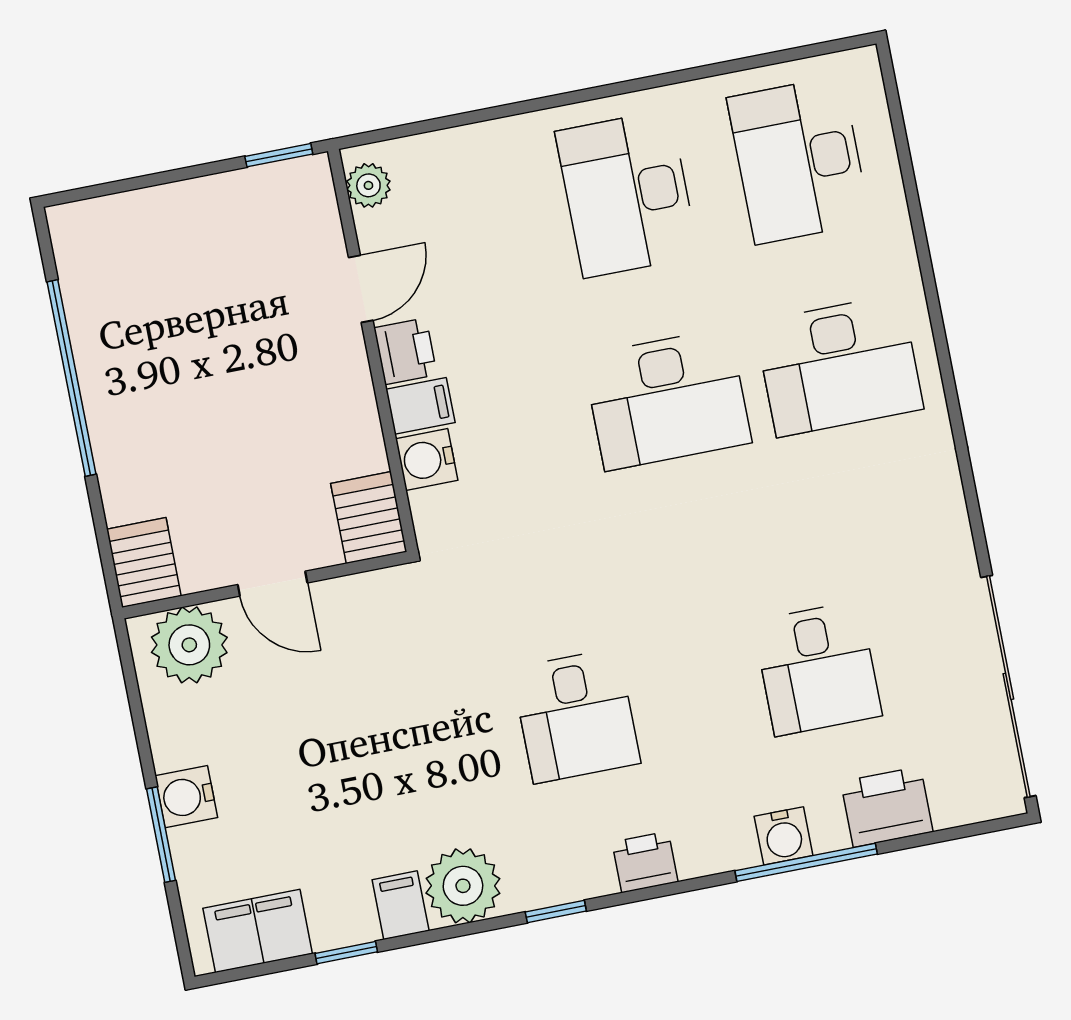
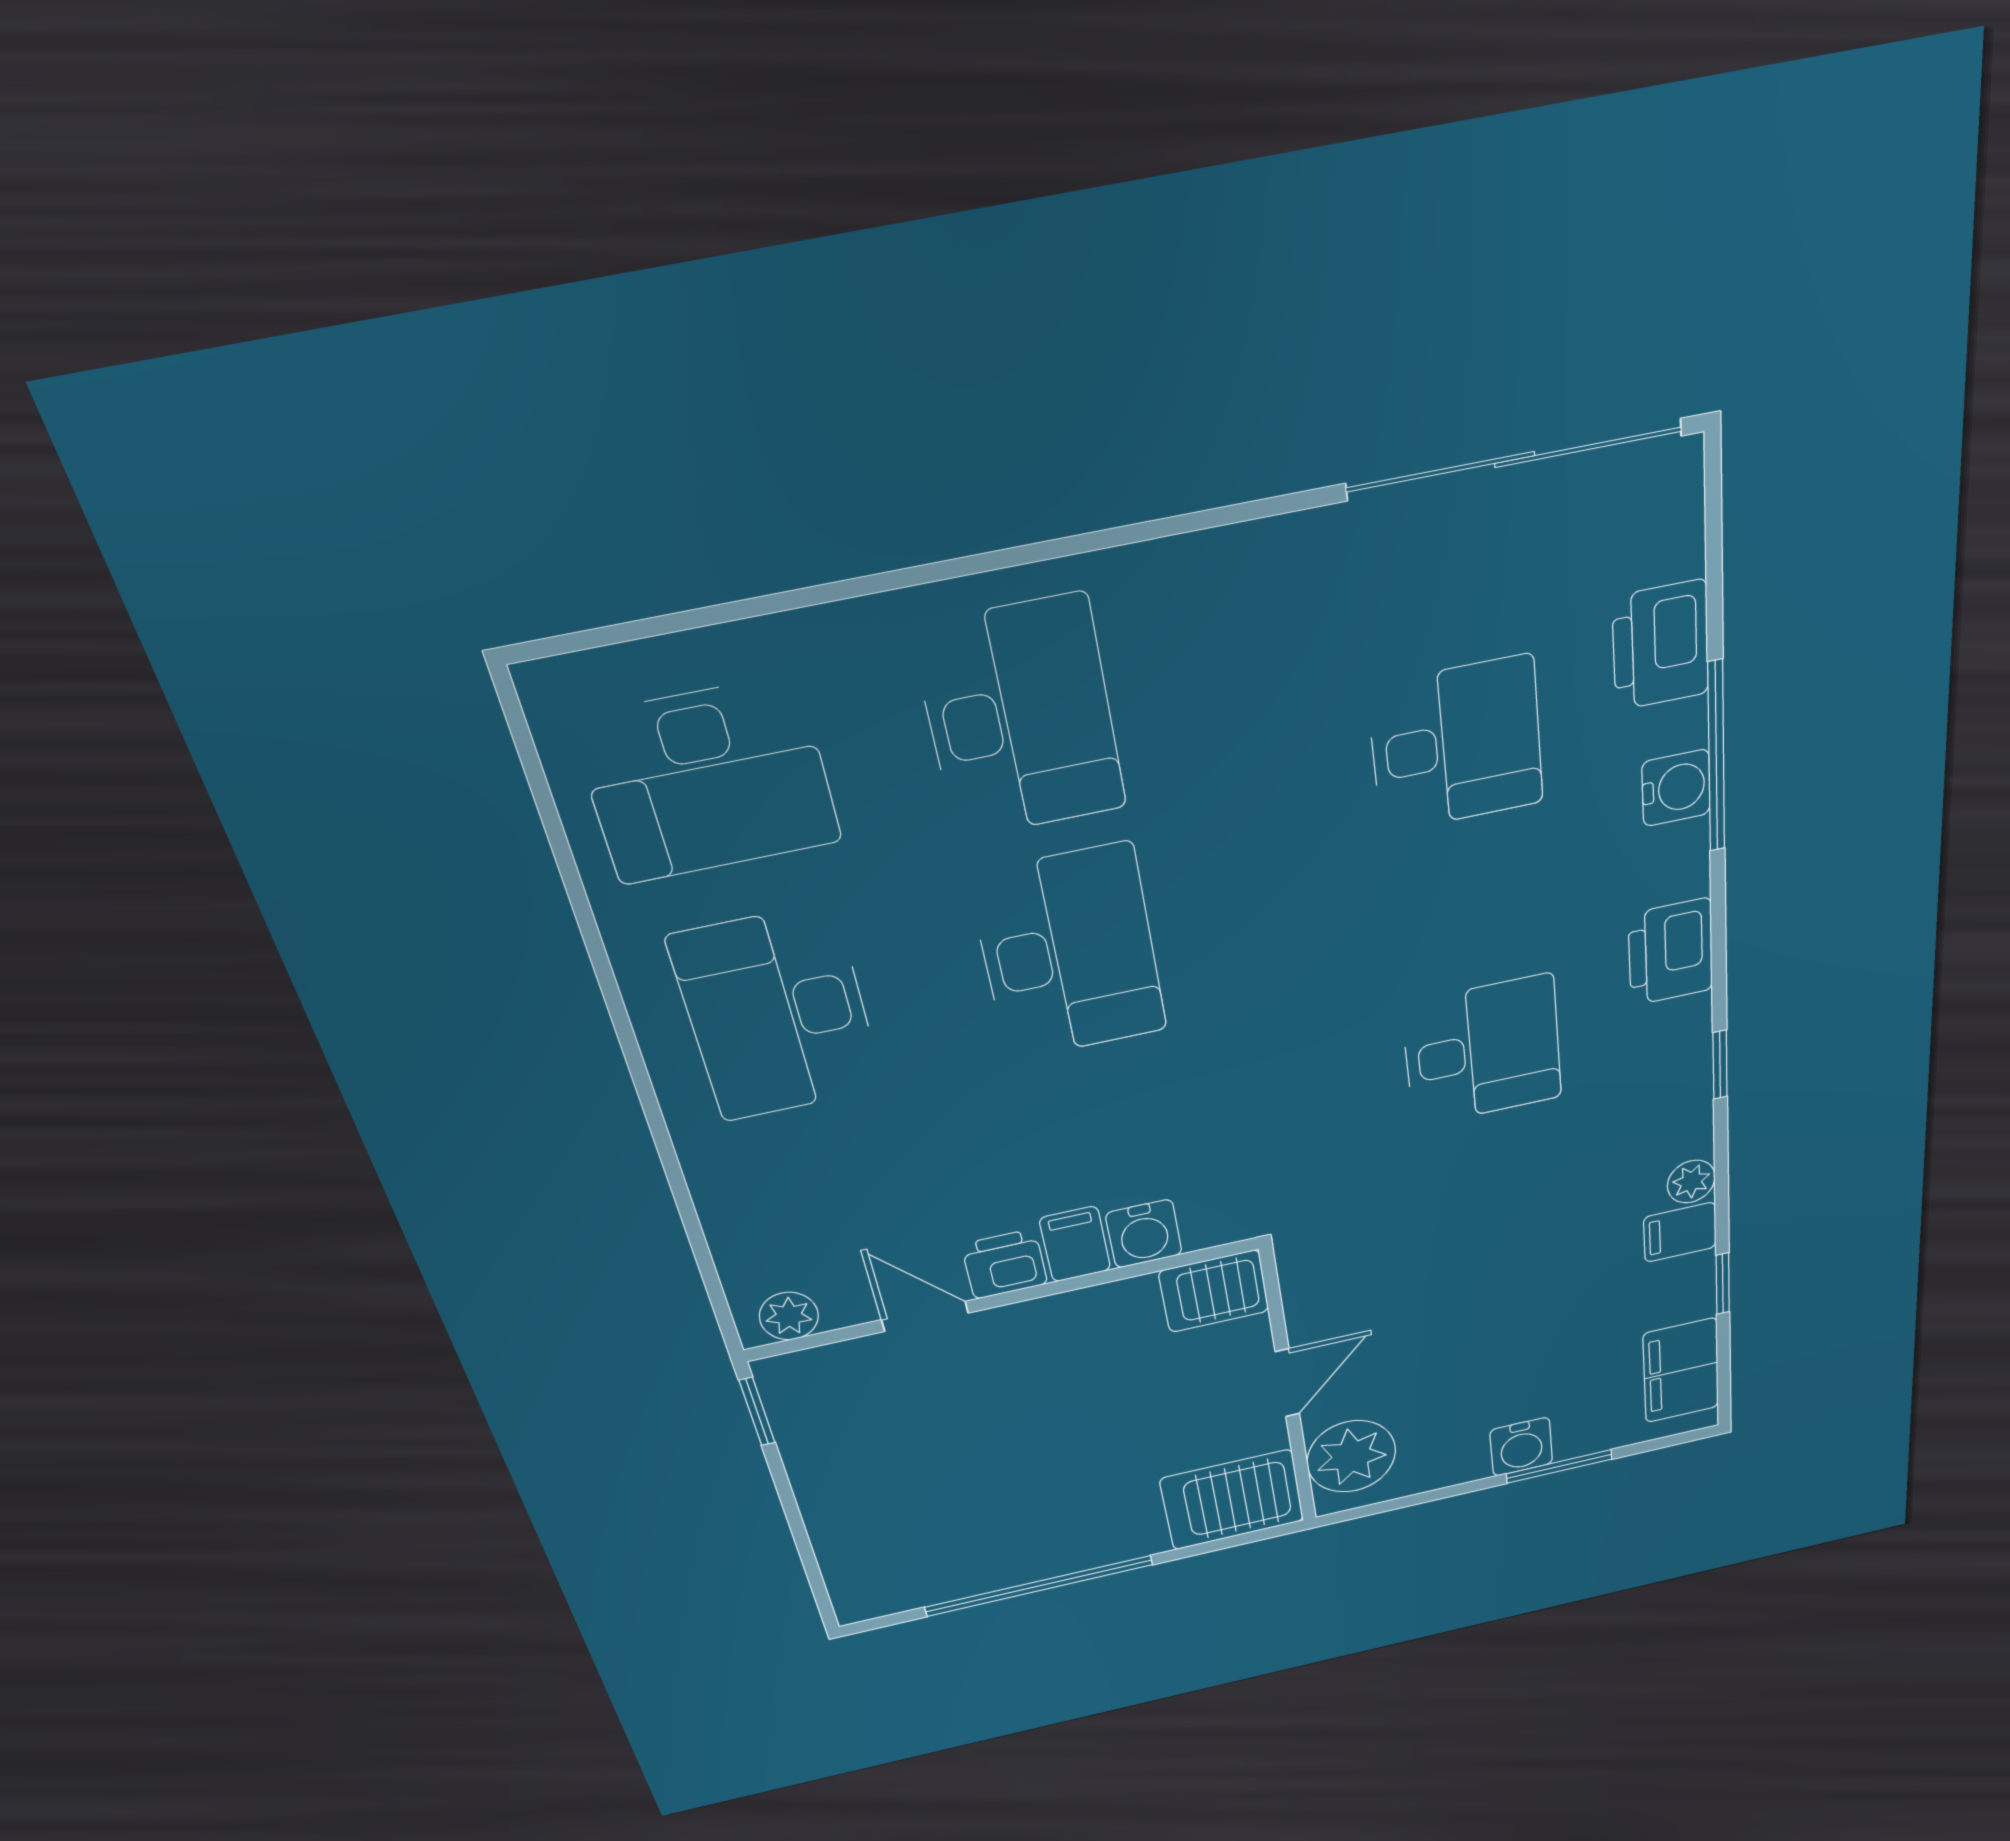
desk: (627, 194) -> (777, 1014), turned 90
server rack: (144, 563) -> (1232, 1500), width x1.36, depth x1.44
printer: (645, 862) -> (1671, 952), width x1.36, depth x1.24
plant: (463, 886) -> (1691, 1182), width x0.53, depth x0.53

